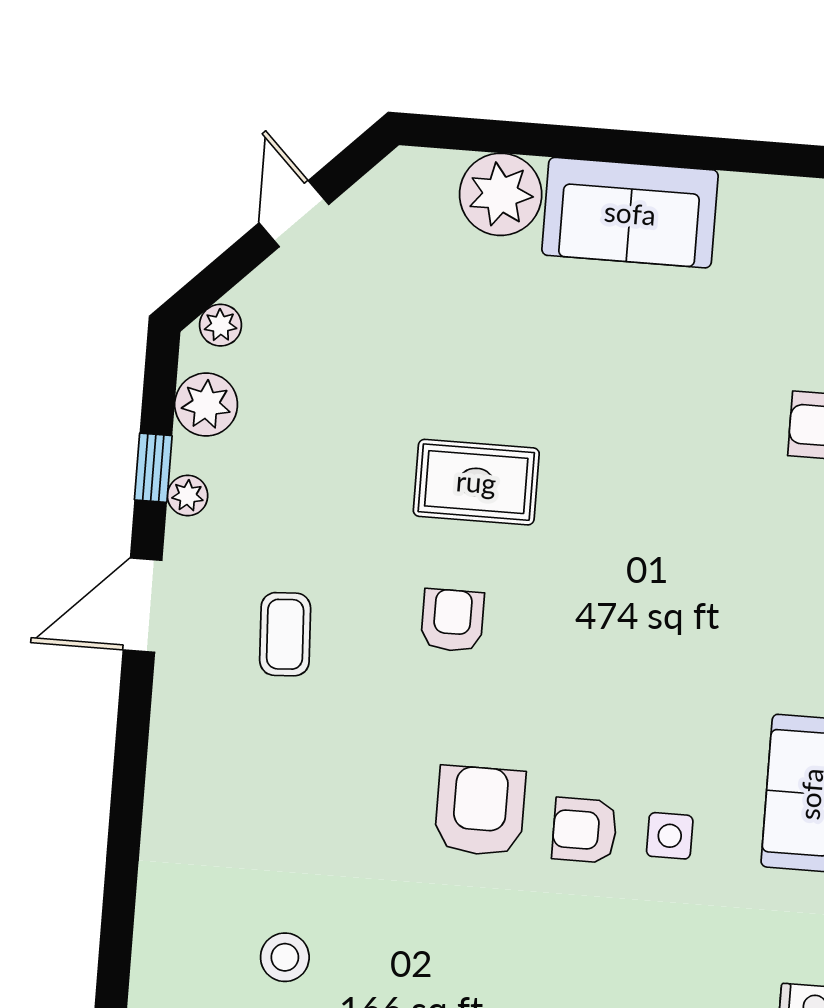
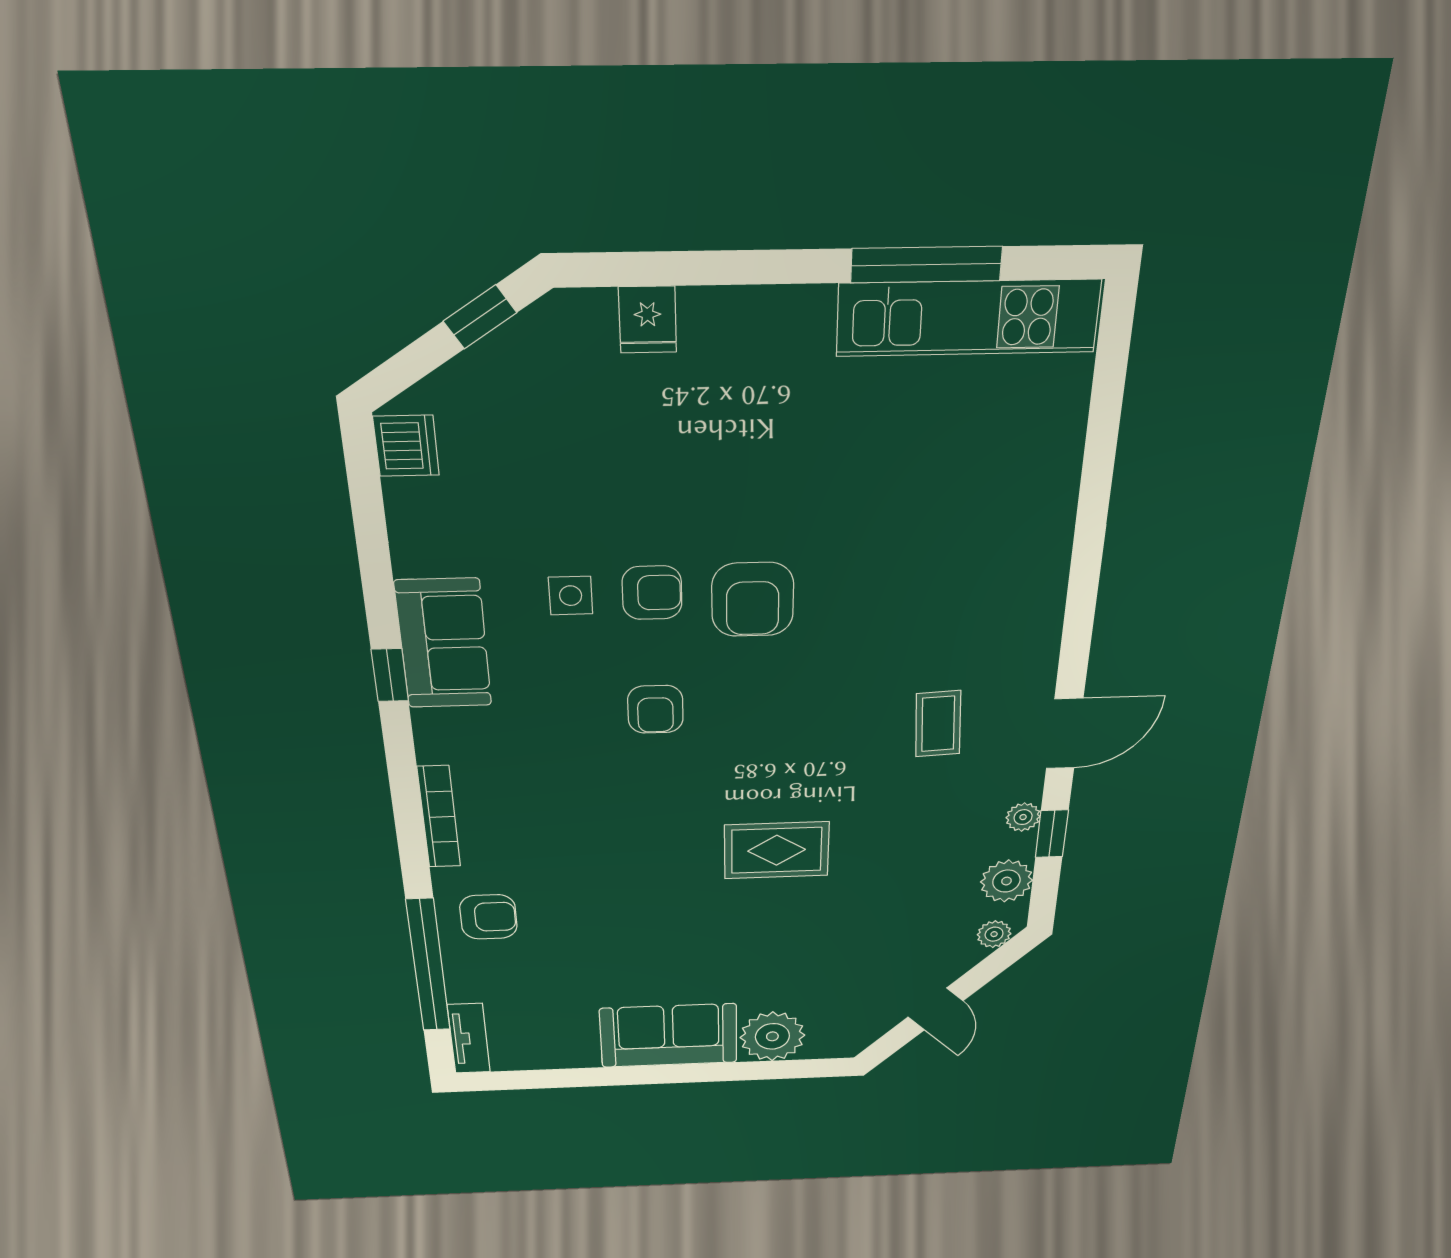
armchair: (452, 620) -> (655, 709), moved
stool: (285, 957) -> (934, 452), removed

